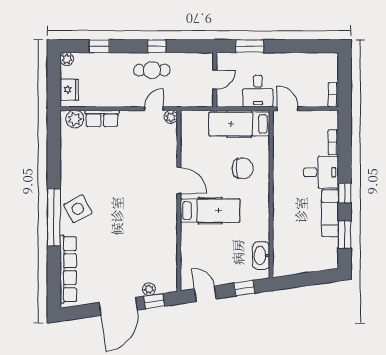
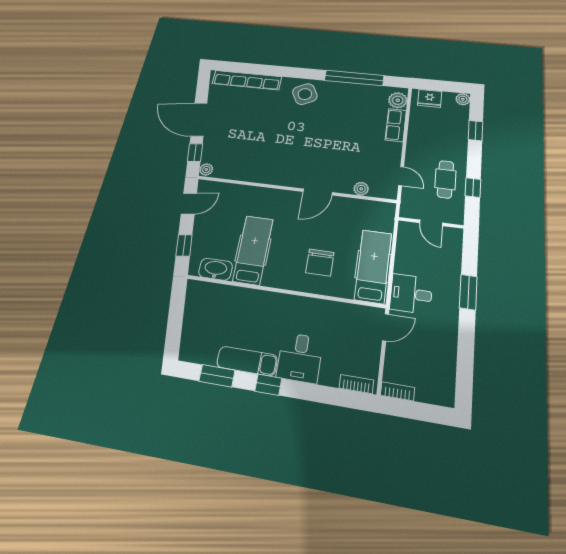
door: (215, 80) -> (431, 223), moved
wall: (215, 80) -> (431, 223), moved
plant: (171, 117) -> (361, 189), moved
bookcase: (333, 142) -> (356, 384), moved
hospital bed: (210, 211) -> (253, 250), moved, turned 180
window: (54, 217) -> (354, 78), moved
plant: (149, 289) -> (206, 169), moved

